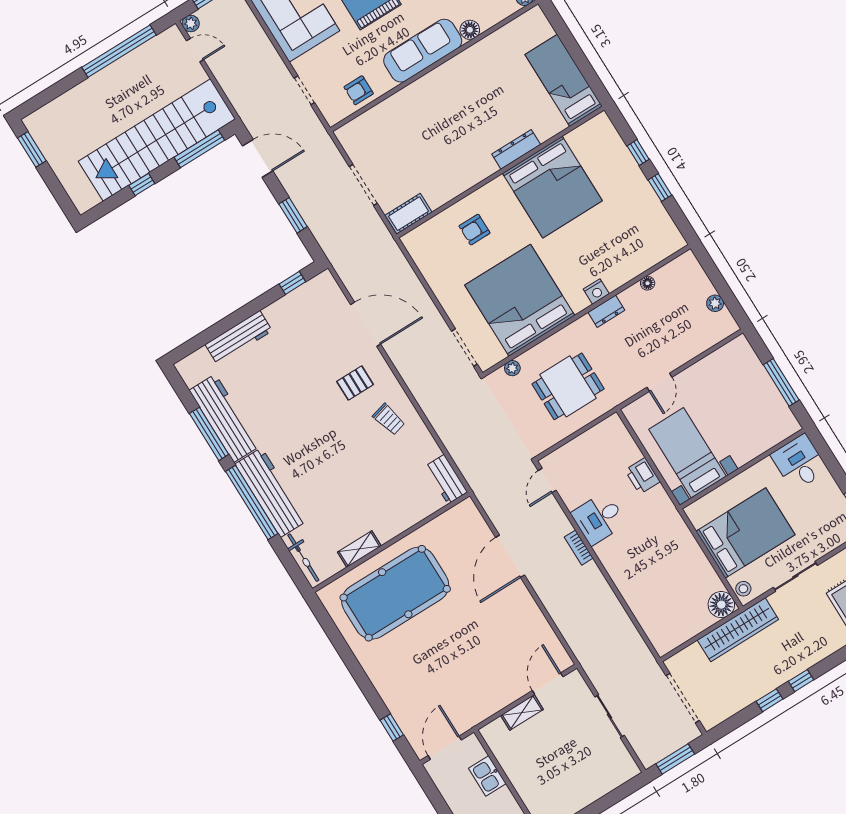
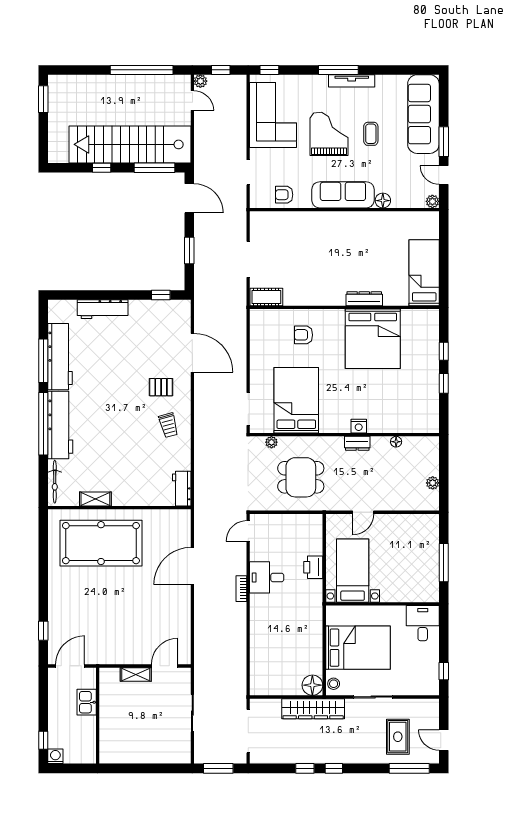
bed: (520, 300) -> (296, 400), width x0.73

